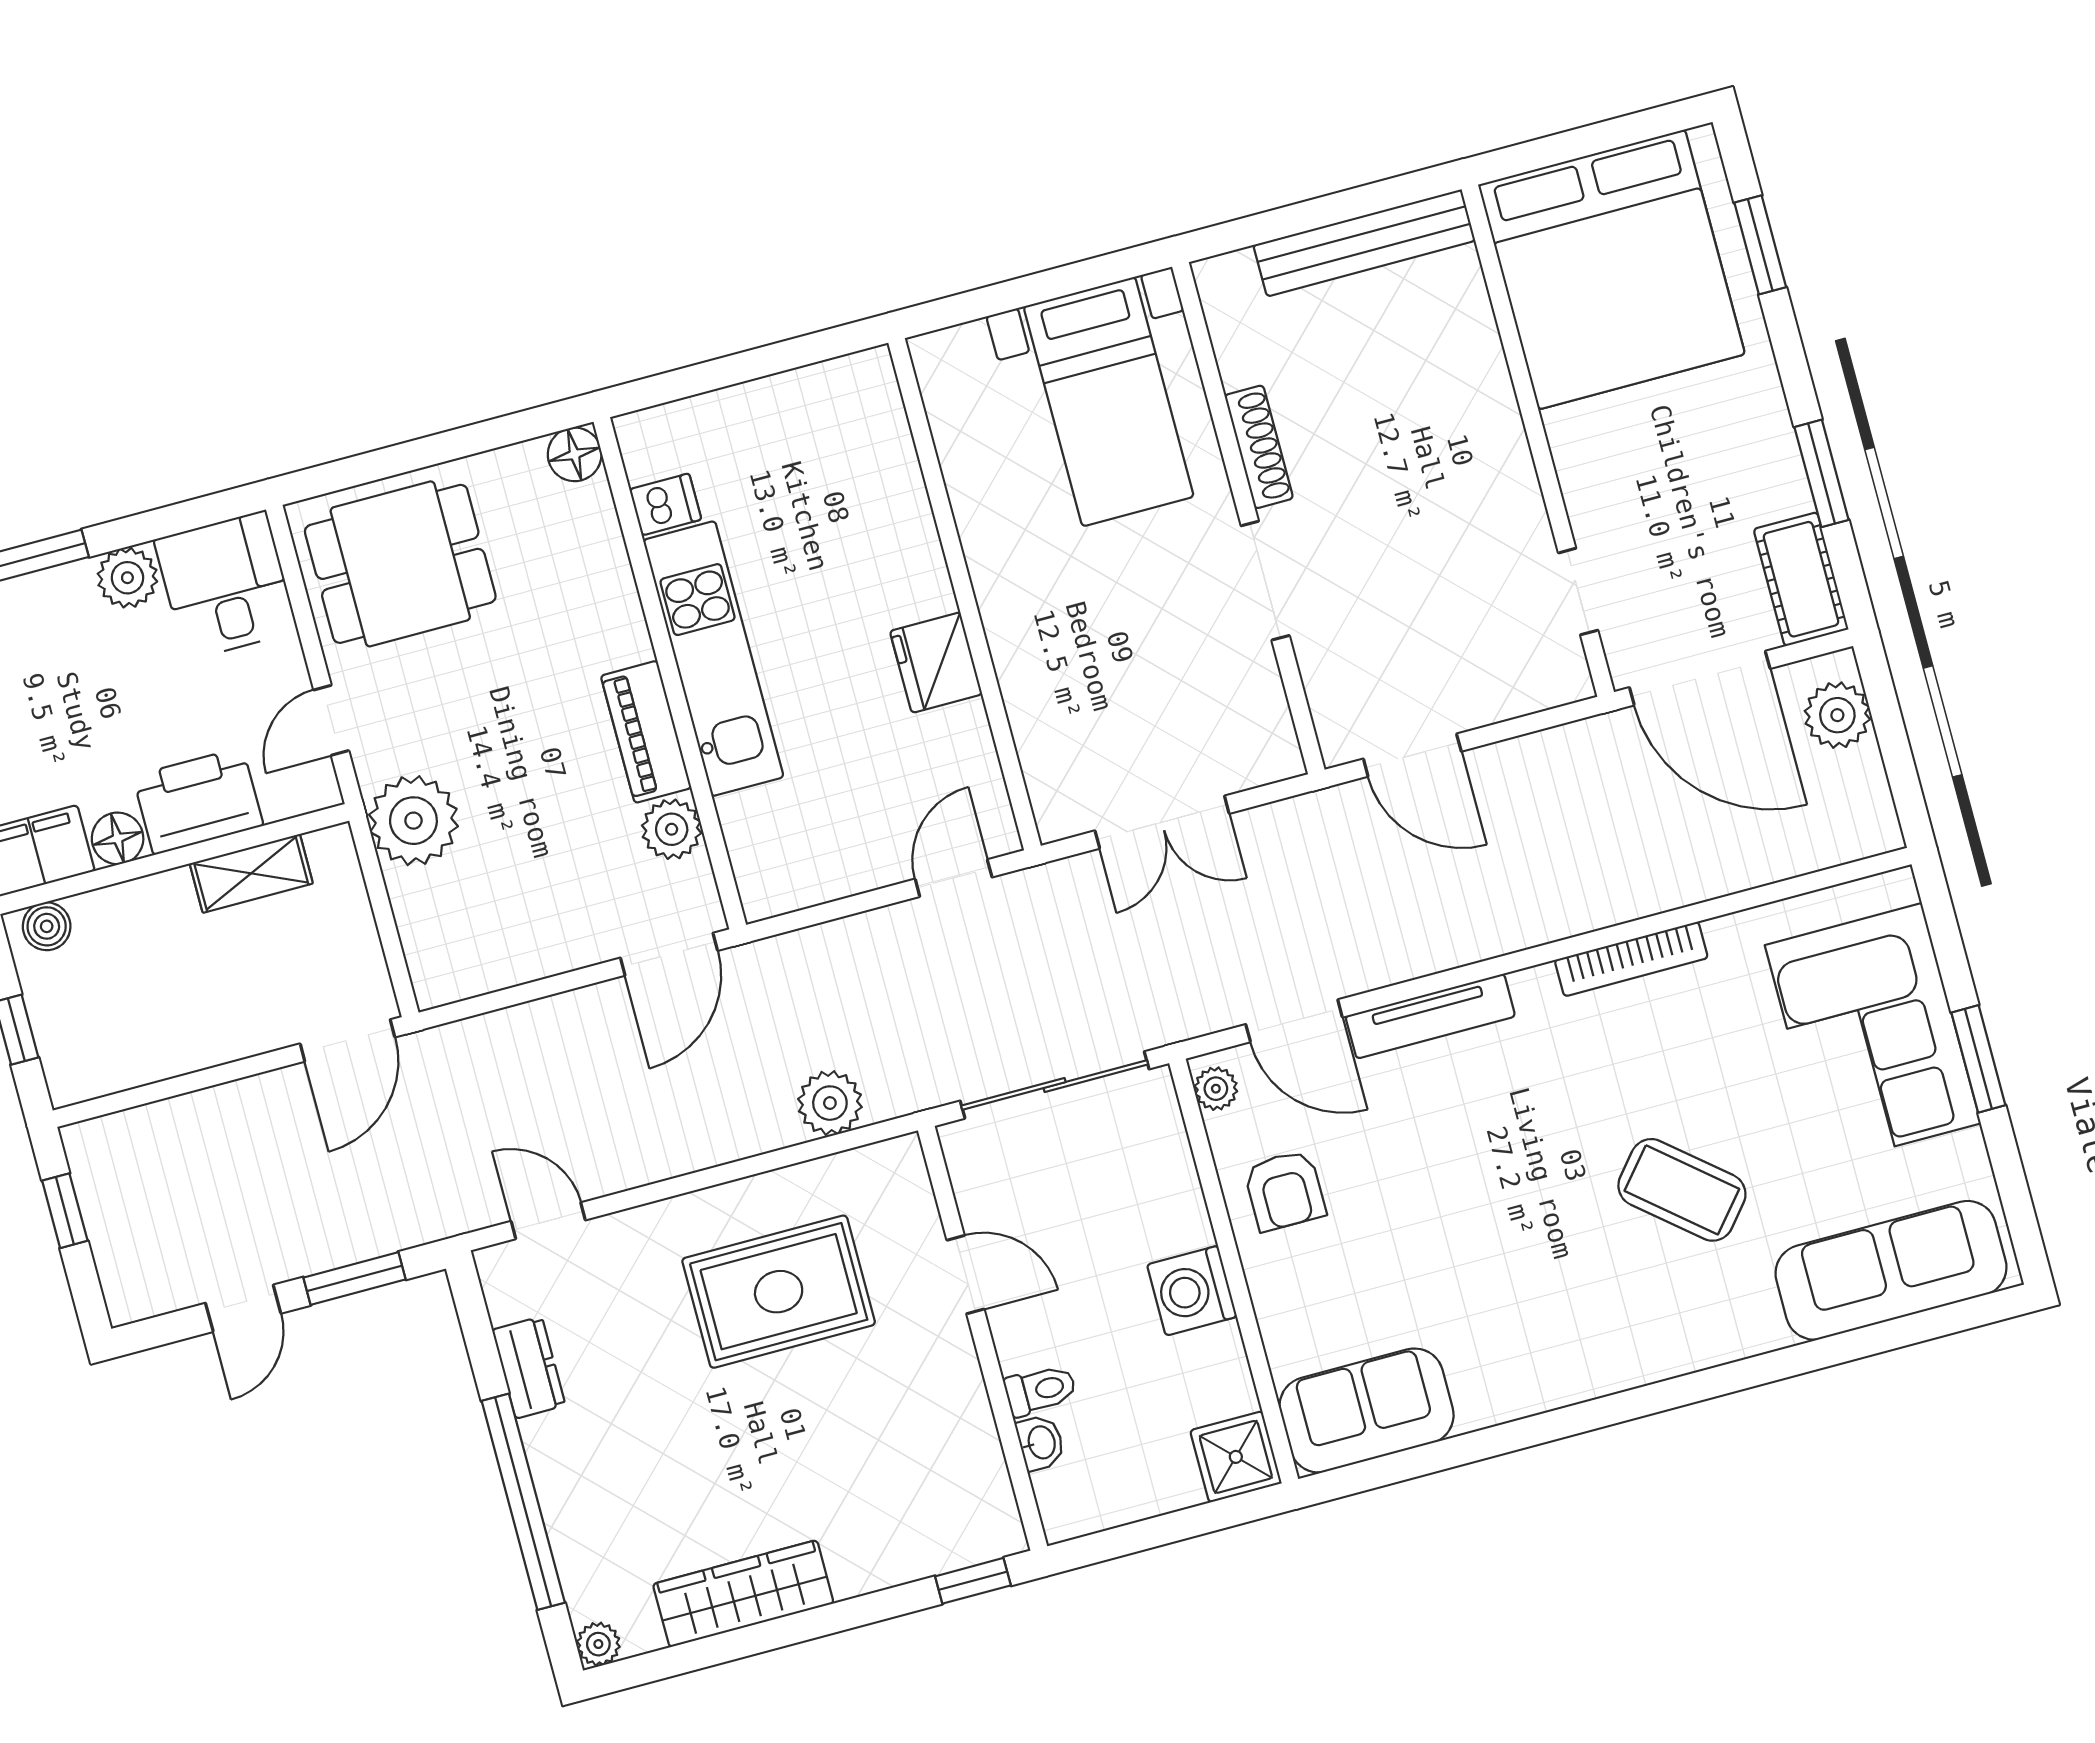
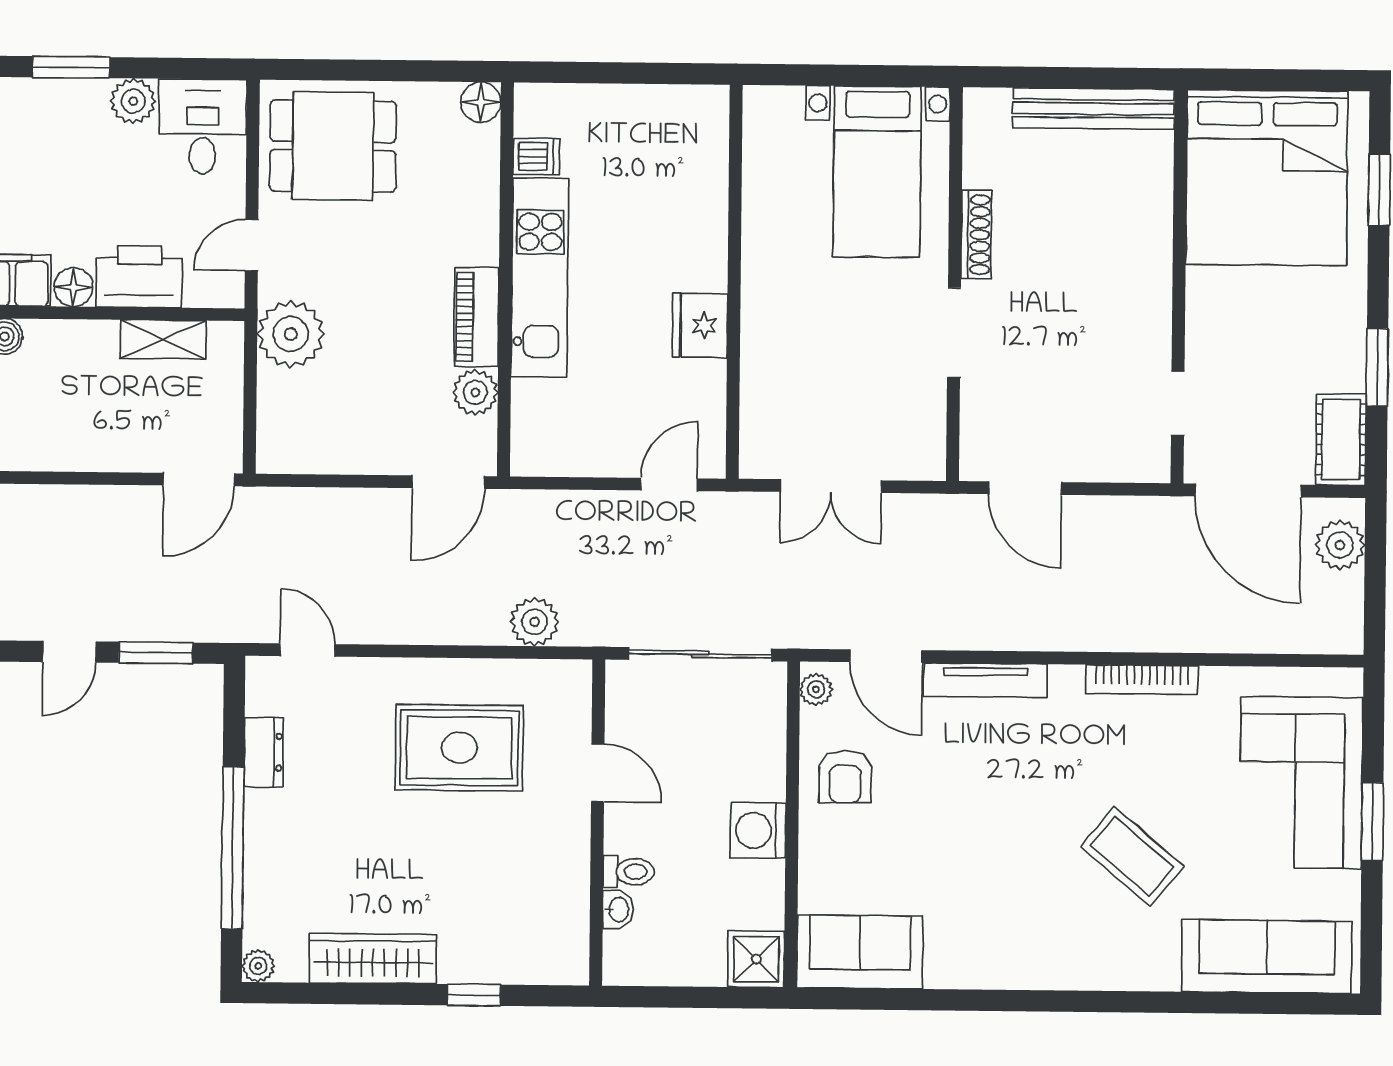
window: (973, 1581) -> (474, 995), moved

